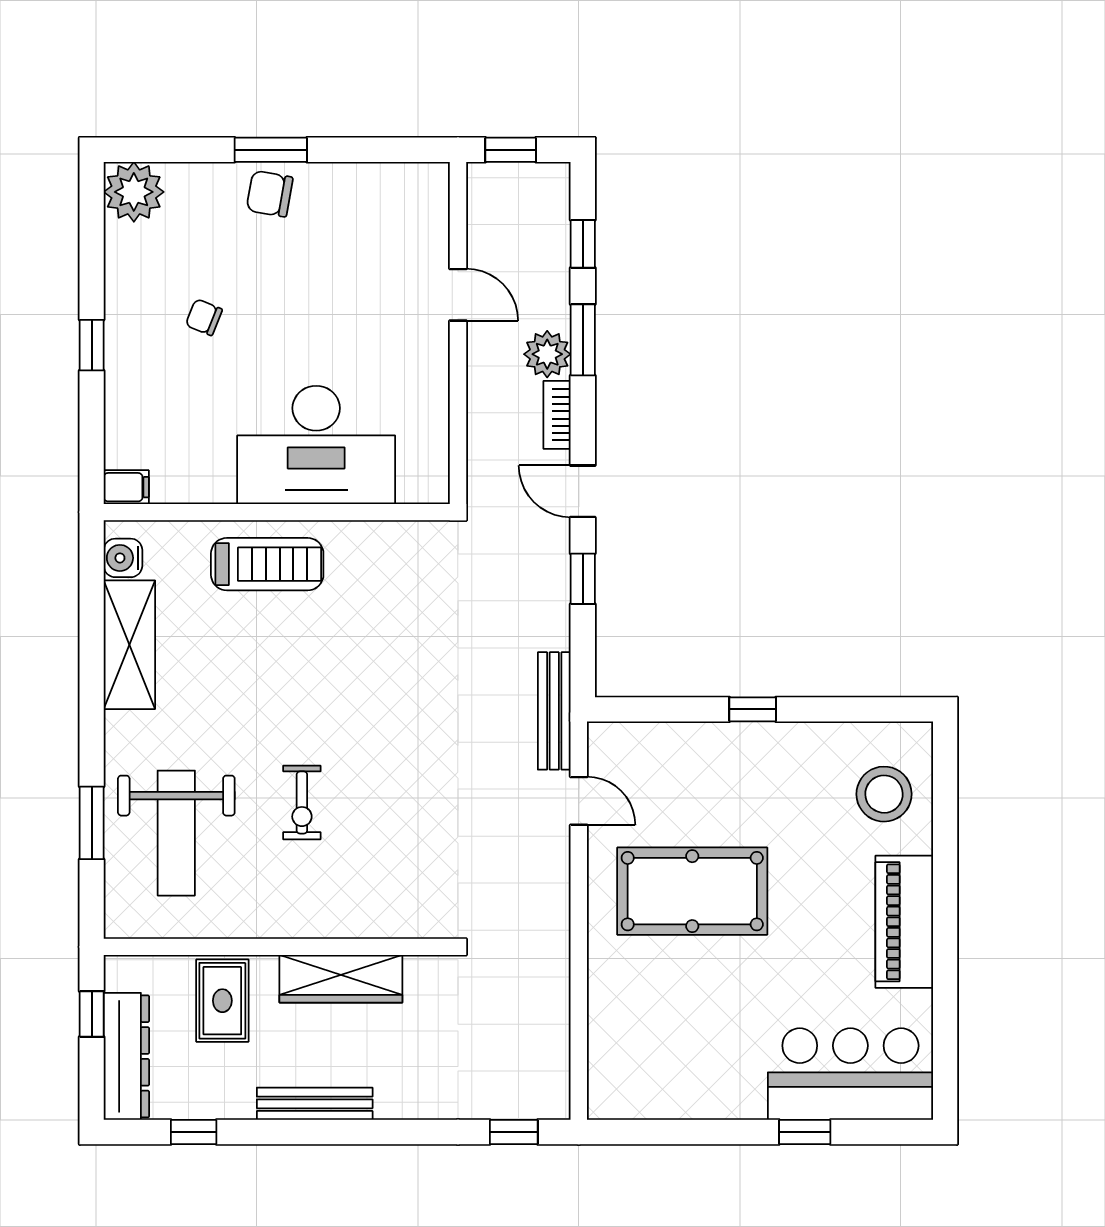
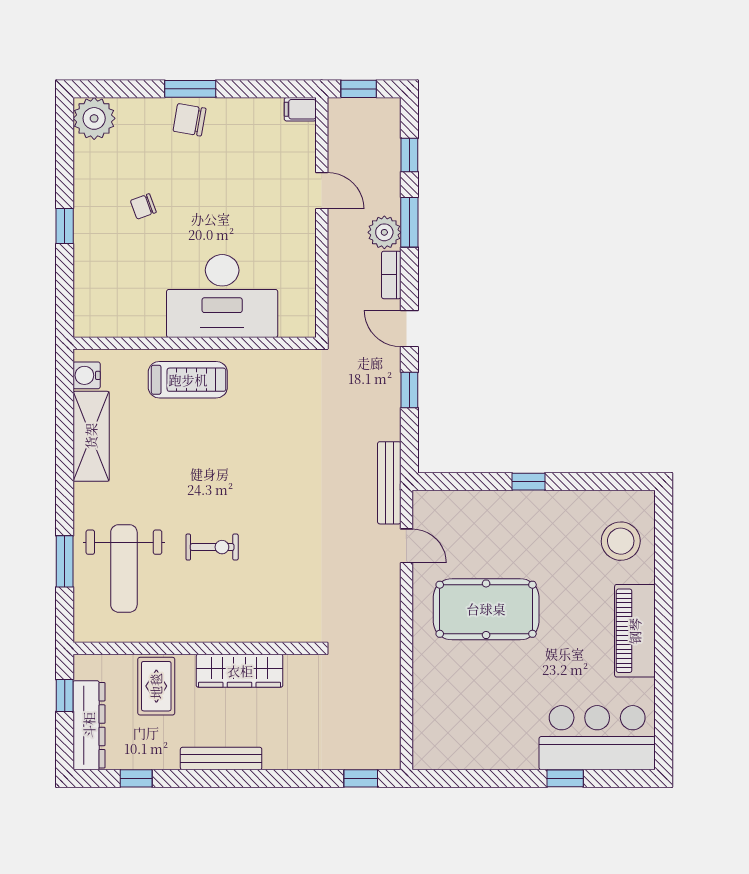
chair: (204, 317) -> (143, 206), turned -42
filing cabinet: (126, 487) -> (300, 109), moved, turned 180
exercise bike: (302, 802) -> (212, 547), turned -90

